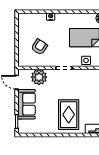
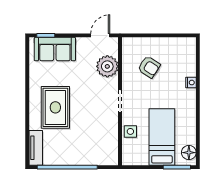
sofa: (26, 104) -> (55, 49), moved
rug: (69, 115) -> (55, 107), turned 90

